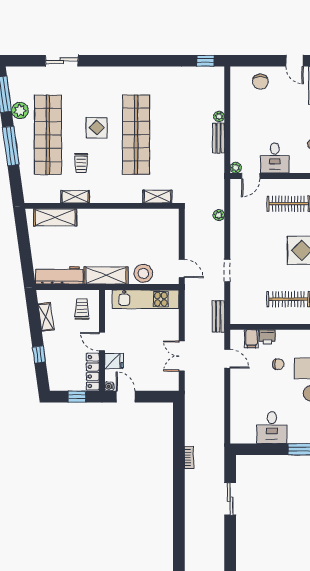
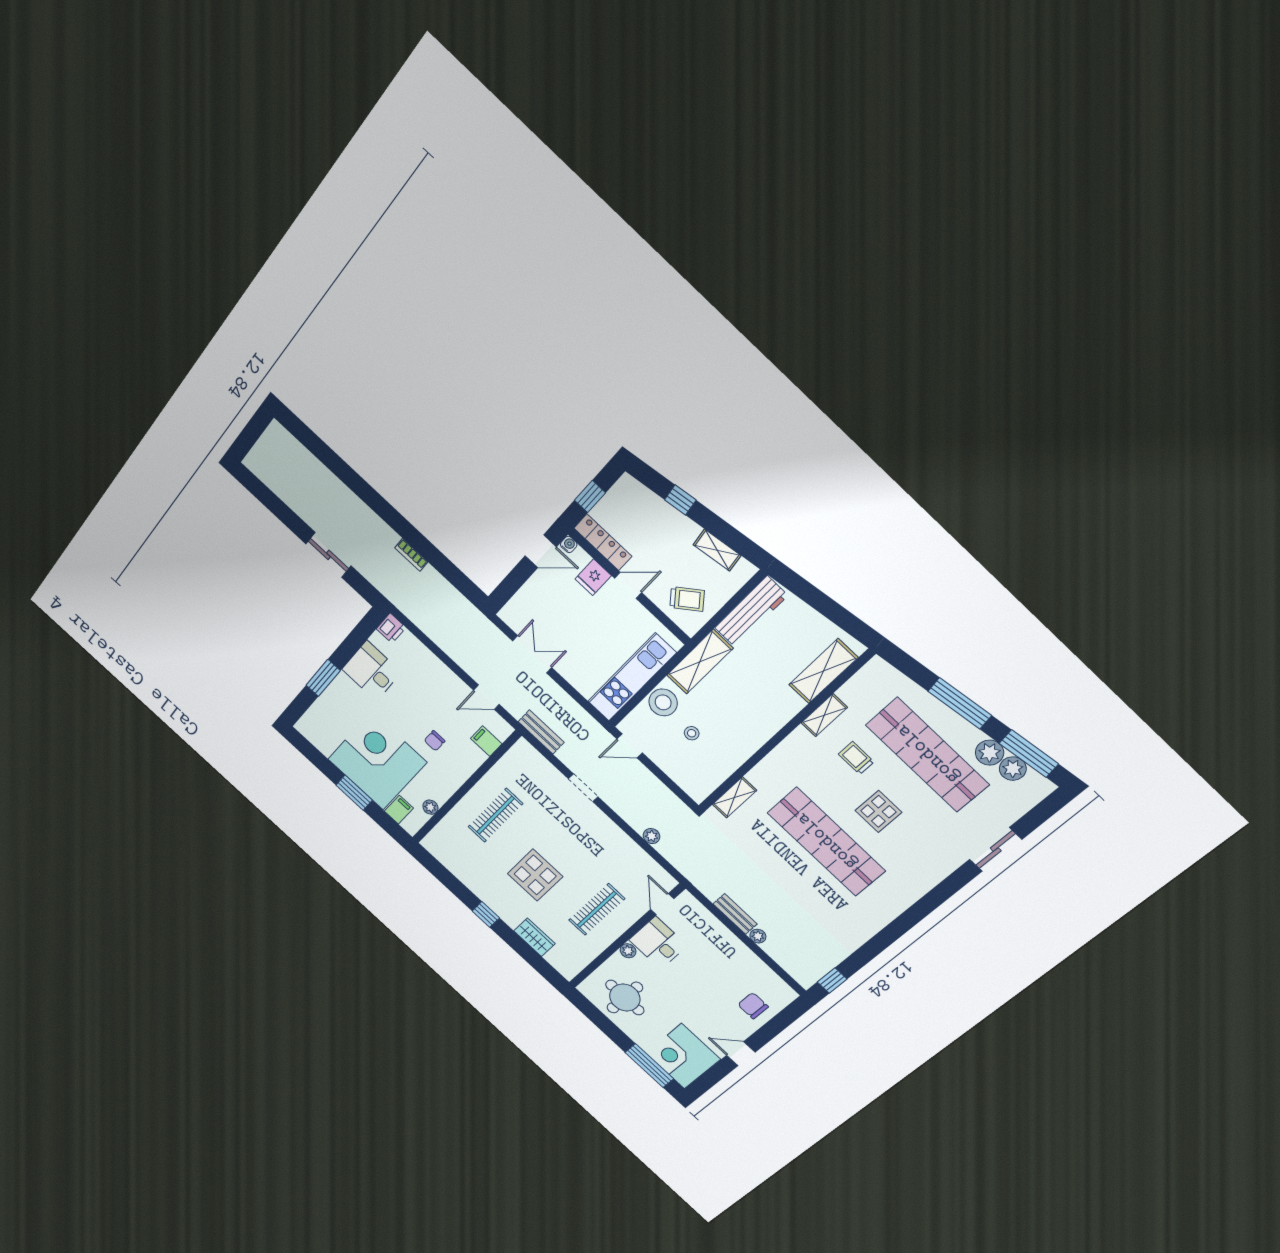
plant: (17, 94) -> (1013, 769), added
plant: (236, 168) -> (628, 951), moved
stool: (145, 246) -> (692, 733), added
trolley: (82, 309) -> (687, 599), turned -38
printer: (267, 337) -> (391, 628), moved, turned 180

